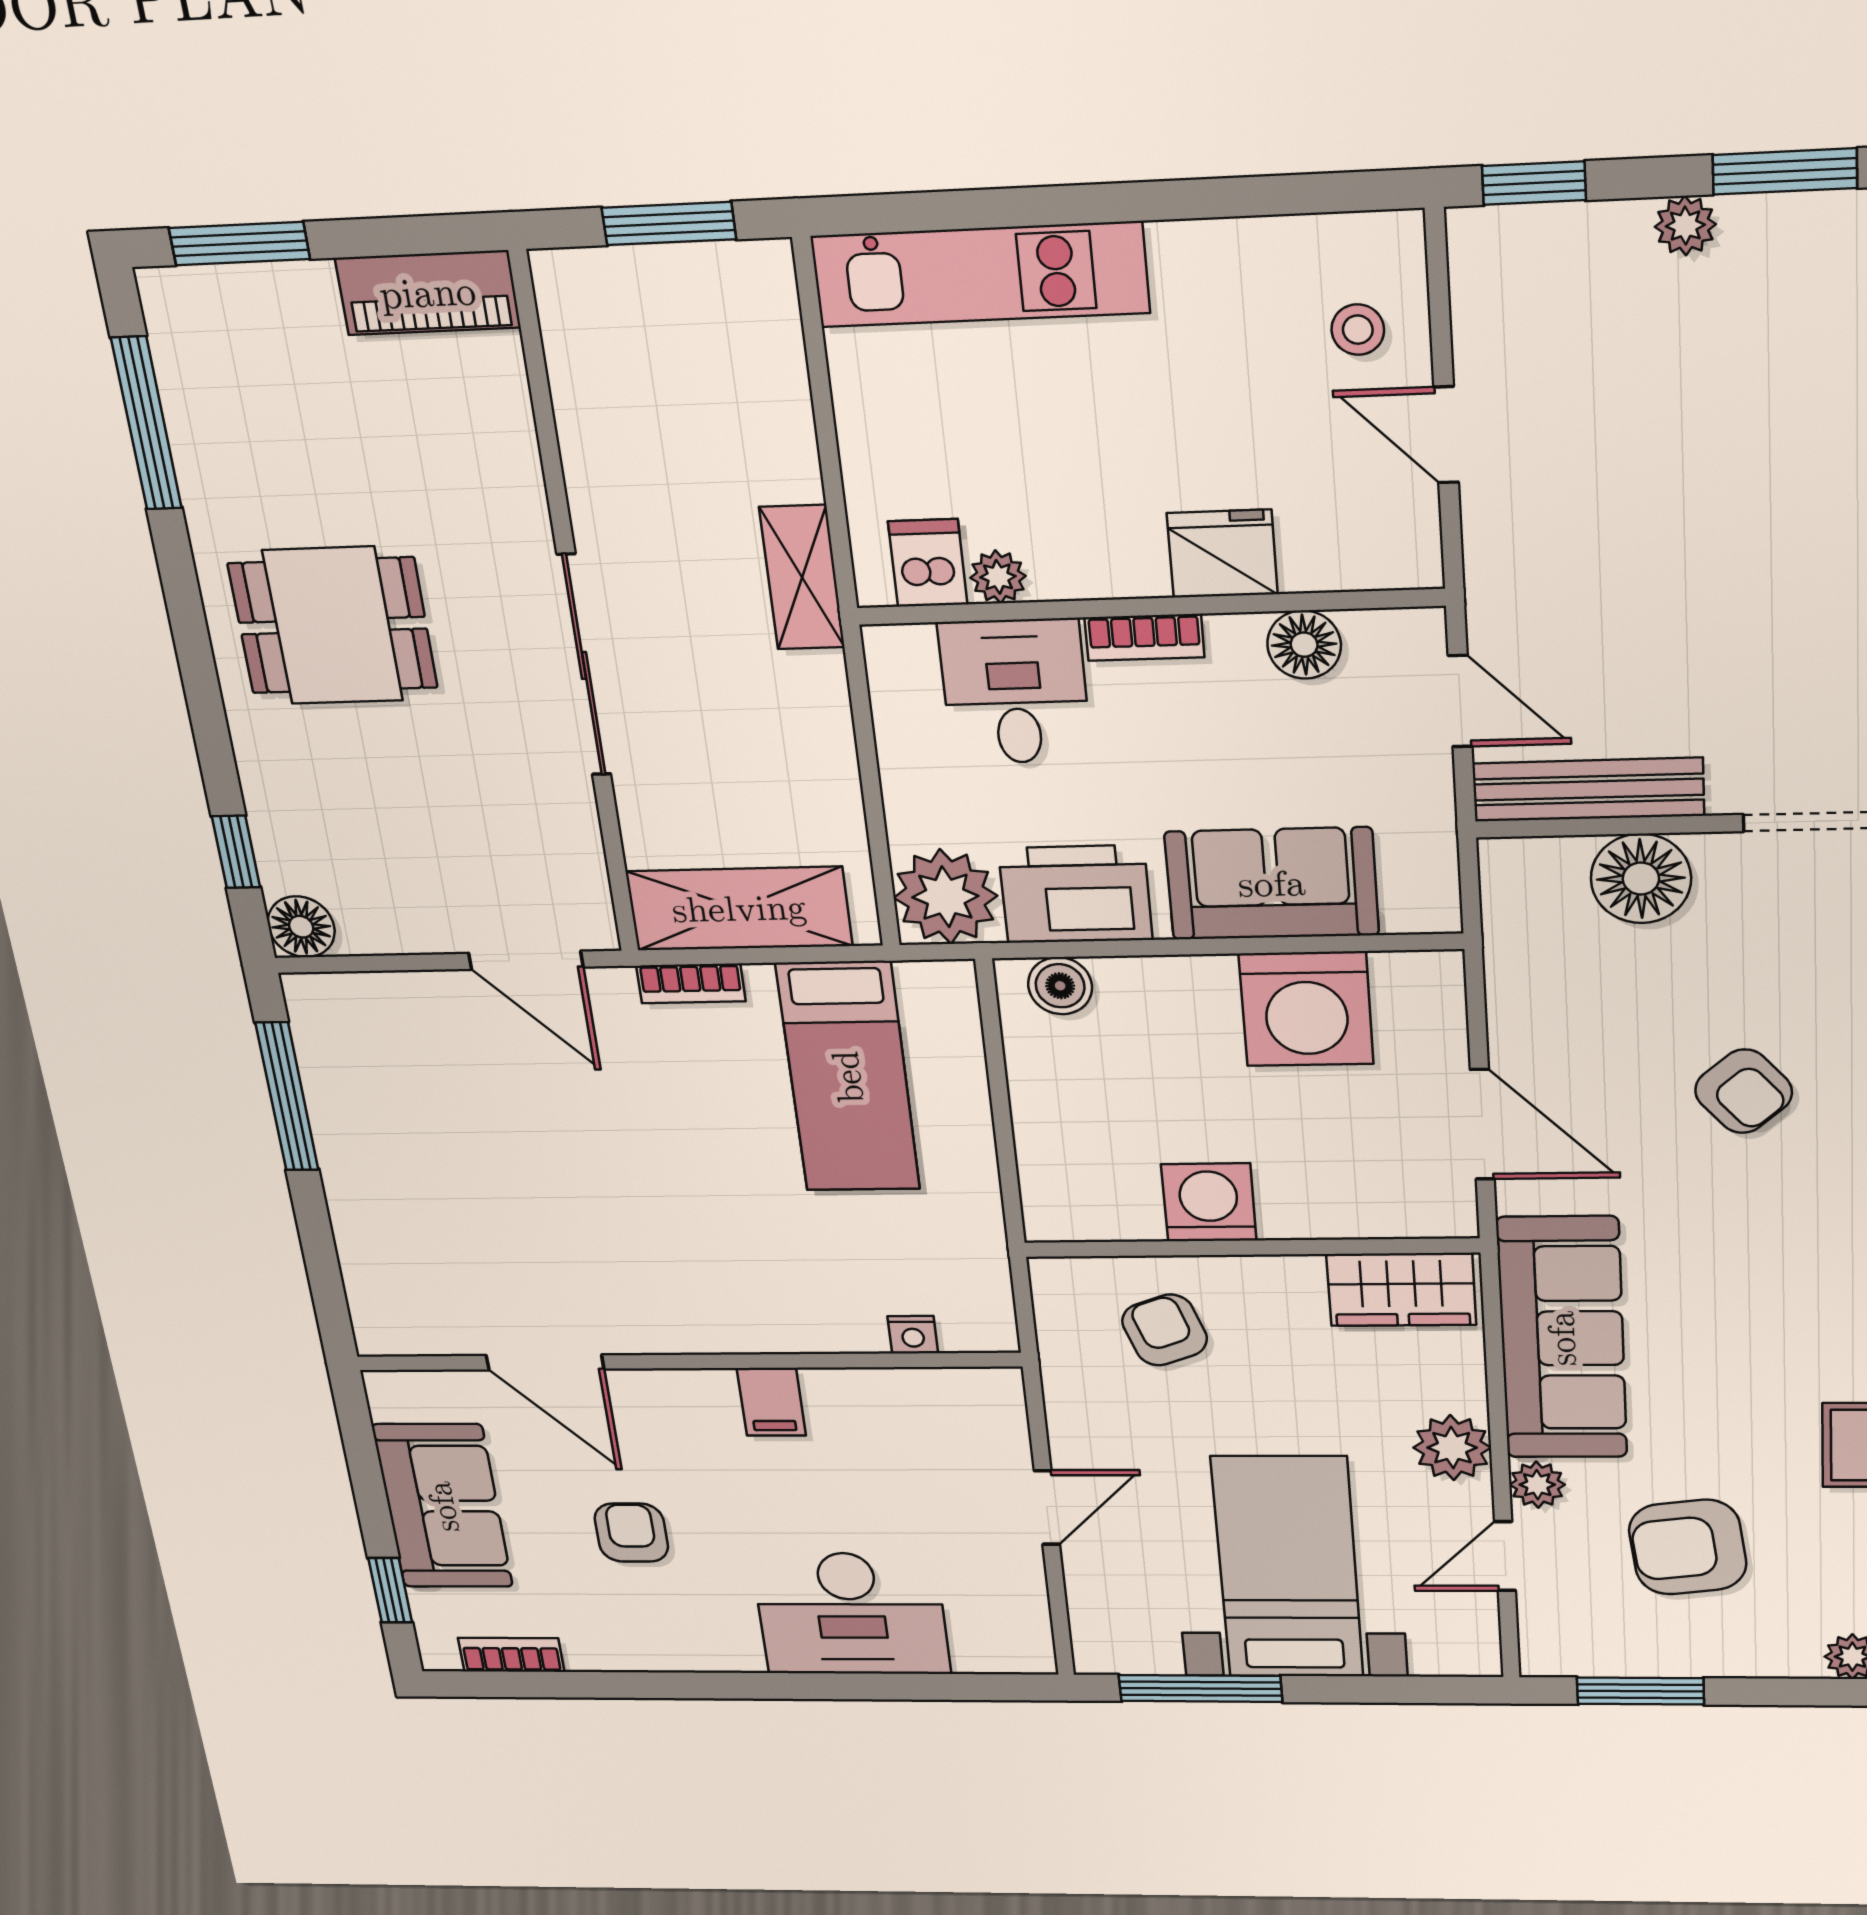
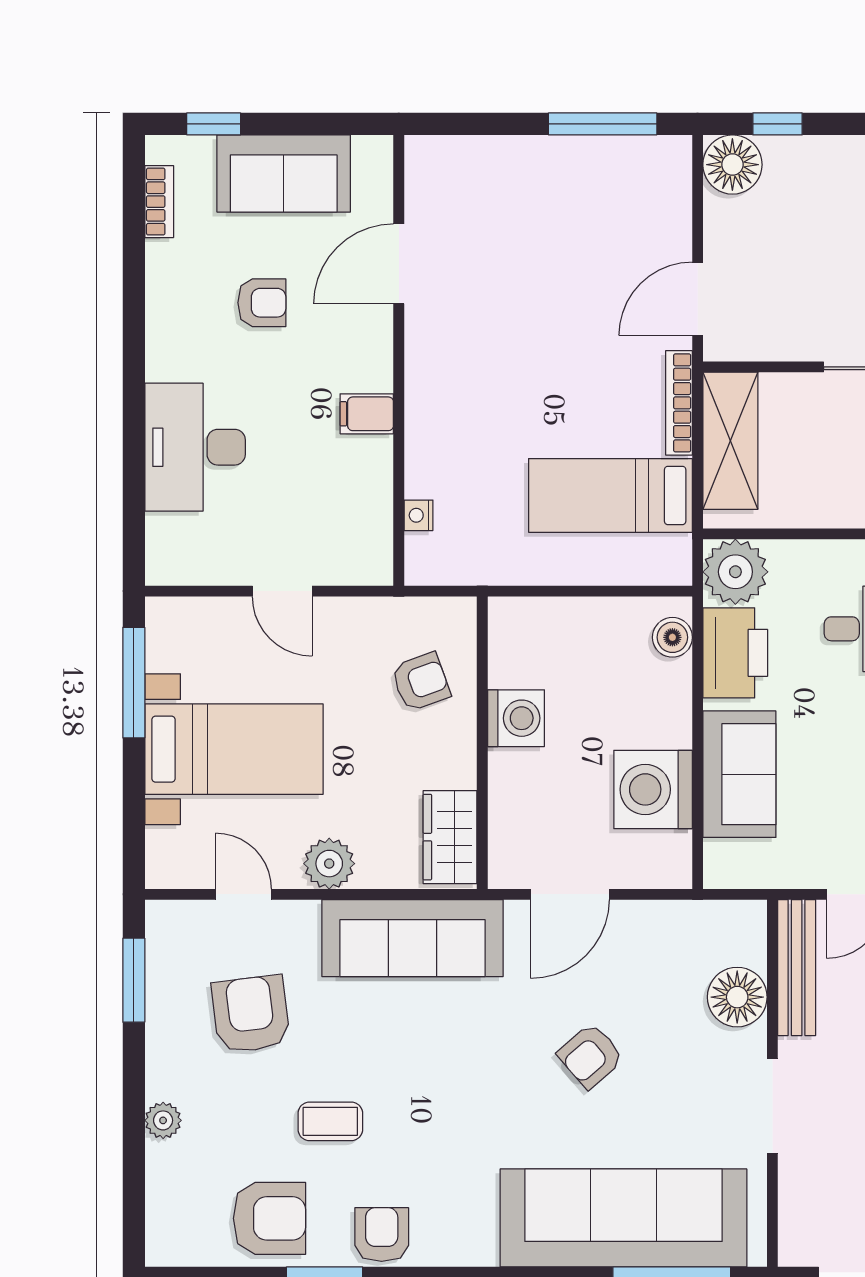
floor lamp: (301, 927) -> (732, 165), width x1.38, depth x1.38
bookcase: (691, 983) -> (679, 403), width x1.56
plant: (1537, 1485) -> (300, 918), removed

